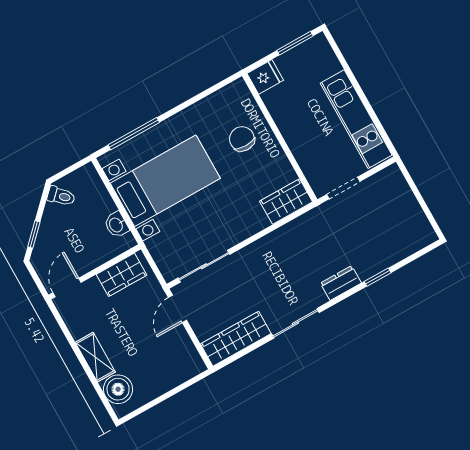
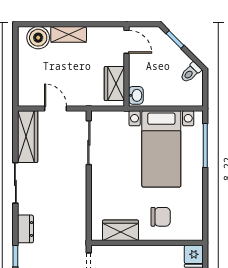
wardrobe: (286, 202) -> (120, 230), moved, turned -90
washbasin: (116, 225) -> (136, 95), moved, turned 90
door: (178, 309) -> (56, 109), moved

